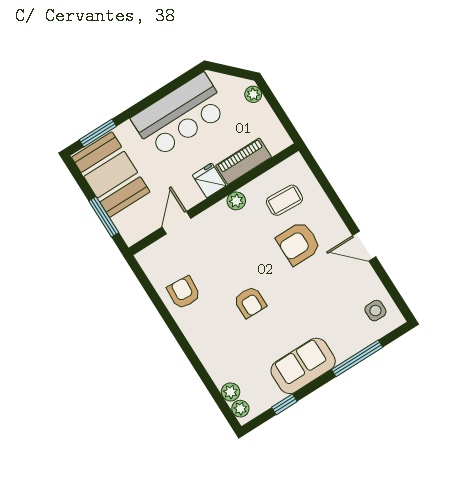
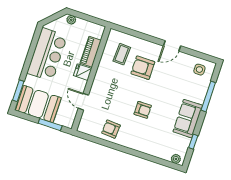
plant: (236, 201) -> (101, 71), removed
armchair: (298, 243) -> (143, 68), turned 90
plant: (230, 392) -> (166, 155), removed

